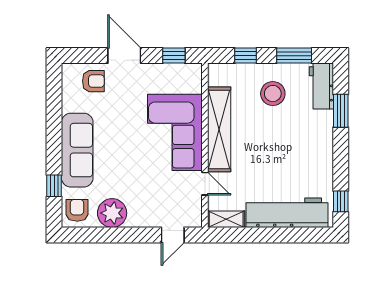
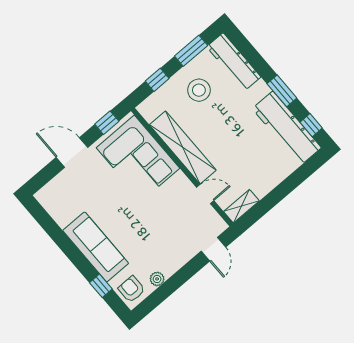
armchair: (93, 81) -> (66, 189), removed
workbench: (321, 86) -> (234, 62), width x1.38
window: (341, 111) -> (282, 91), moved
corner sofa: (175, 132) -> (138, 158), moved
plant: (112, 213) -> (157, 279), width x0.53, depth x0.53
workbench: (287, 213) -> (287, 128), moved, turned -90

